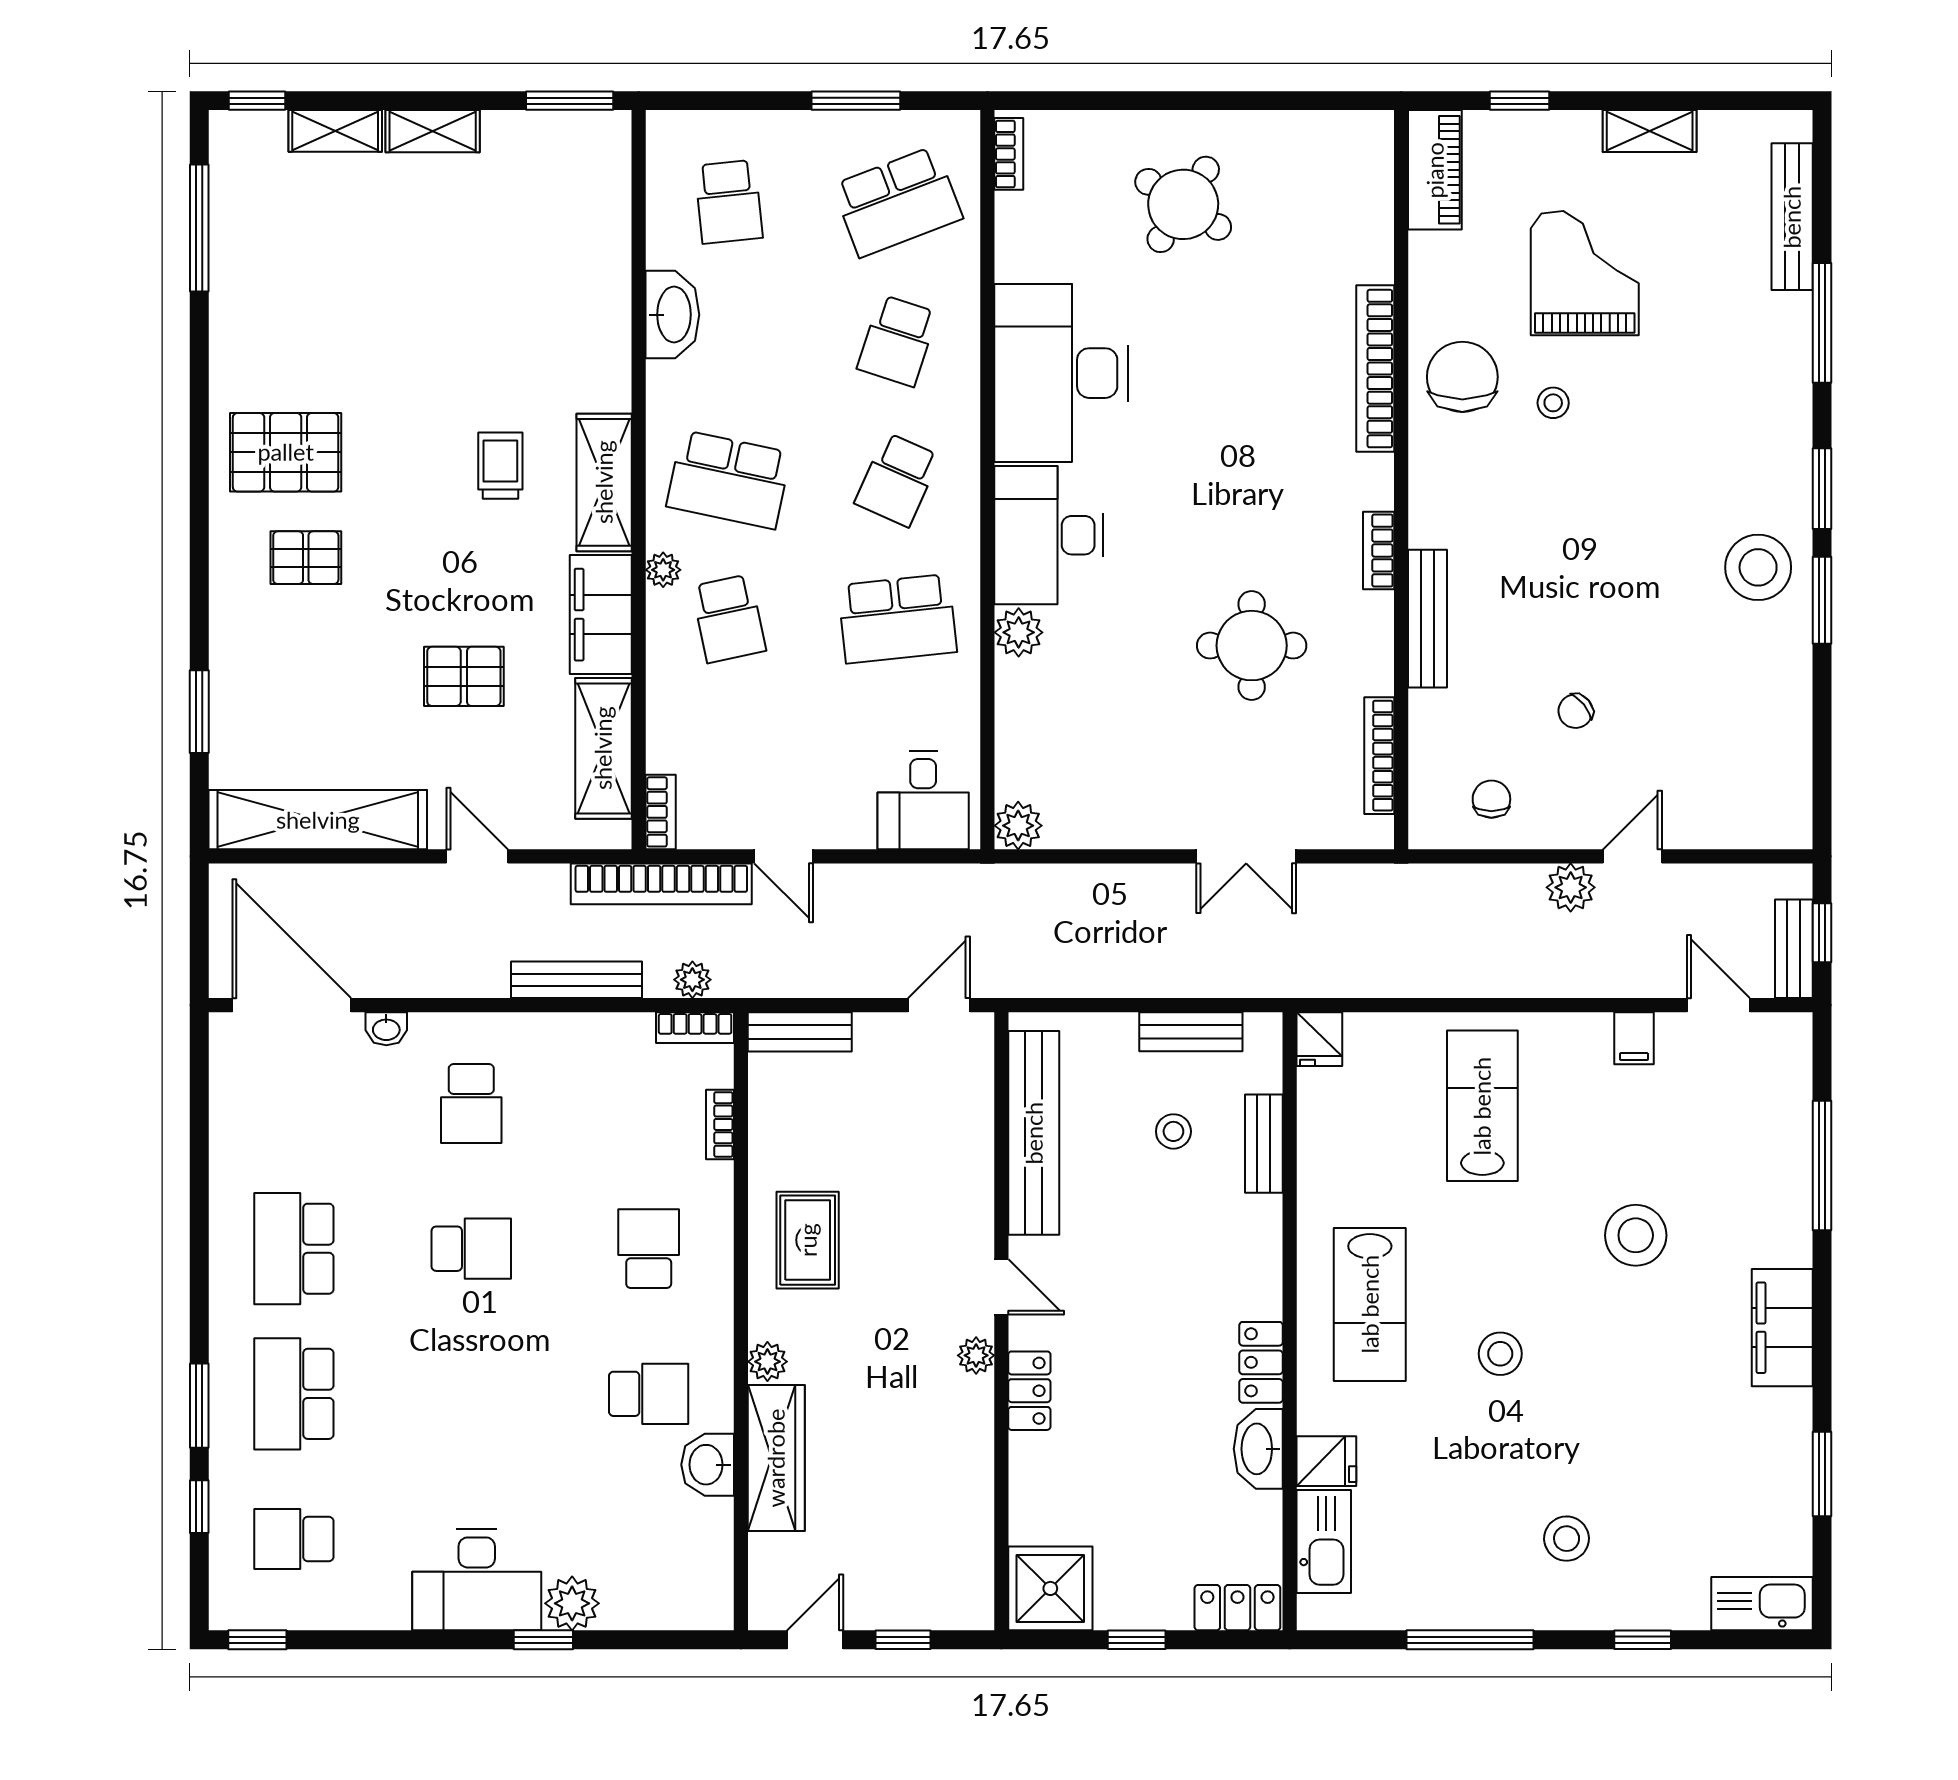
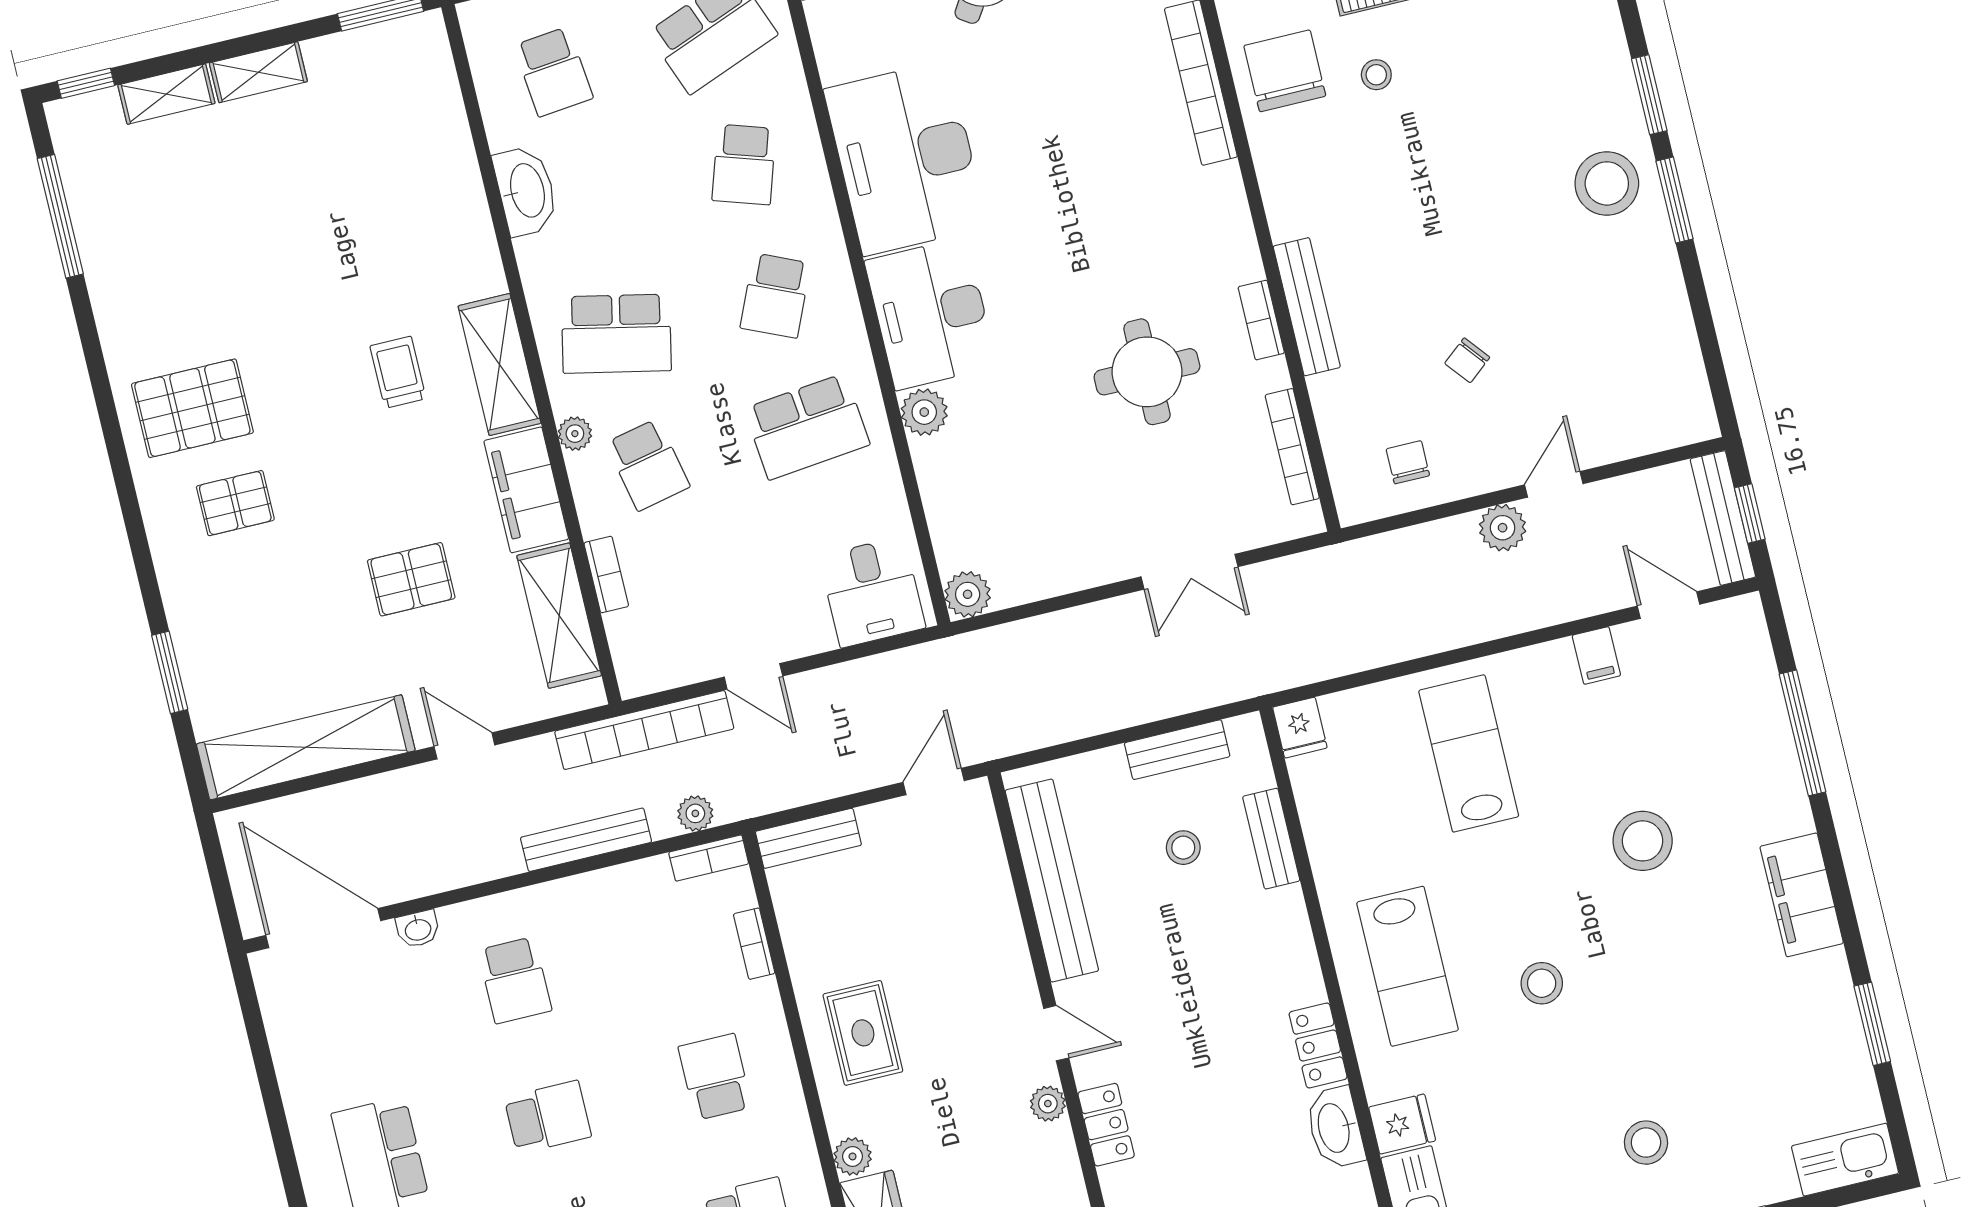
bookcase: (1379, 550) -> (1261, 320), moved
bookcase: (661, 812) -> (606, 575), moved
bench: (1794, 949) -> (1723, 518), width x1.36

